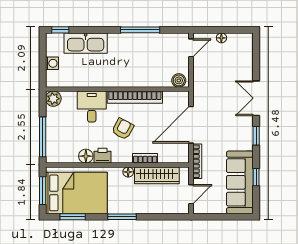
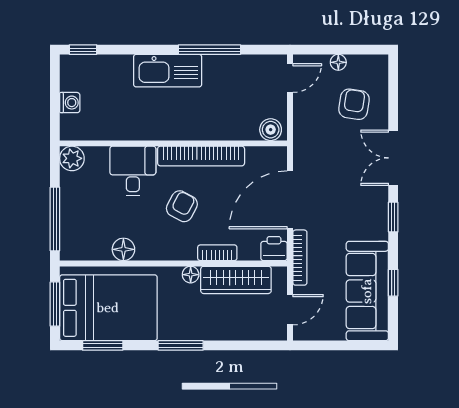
kitchen sink: (86, 43) -> (168, 71), moved
armchair: (231, 64) -> (354, 104), added
printer: (102, 156) -> (274, 249), moved

